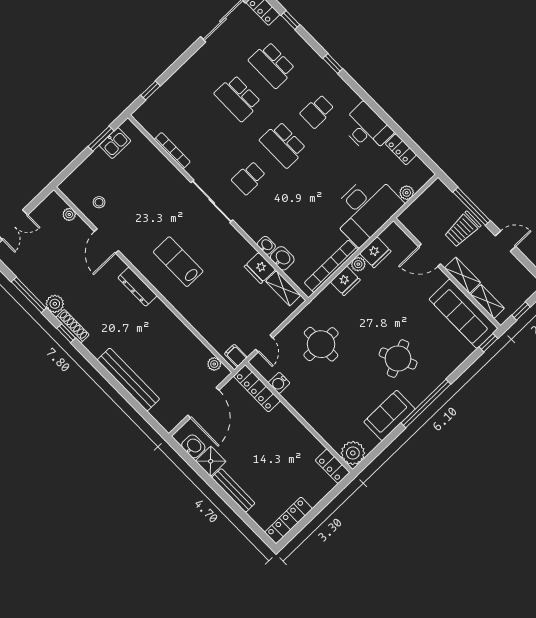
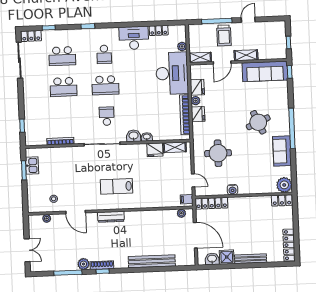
school desk: (249, 178) -> (107, 116), turned 180
washbasin: (282, 258) -> (134, 136), moved
shelving: (487, 302) -> (200, 57), moved
water cooler: (279, 383) -> (232, 190), moved

